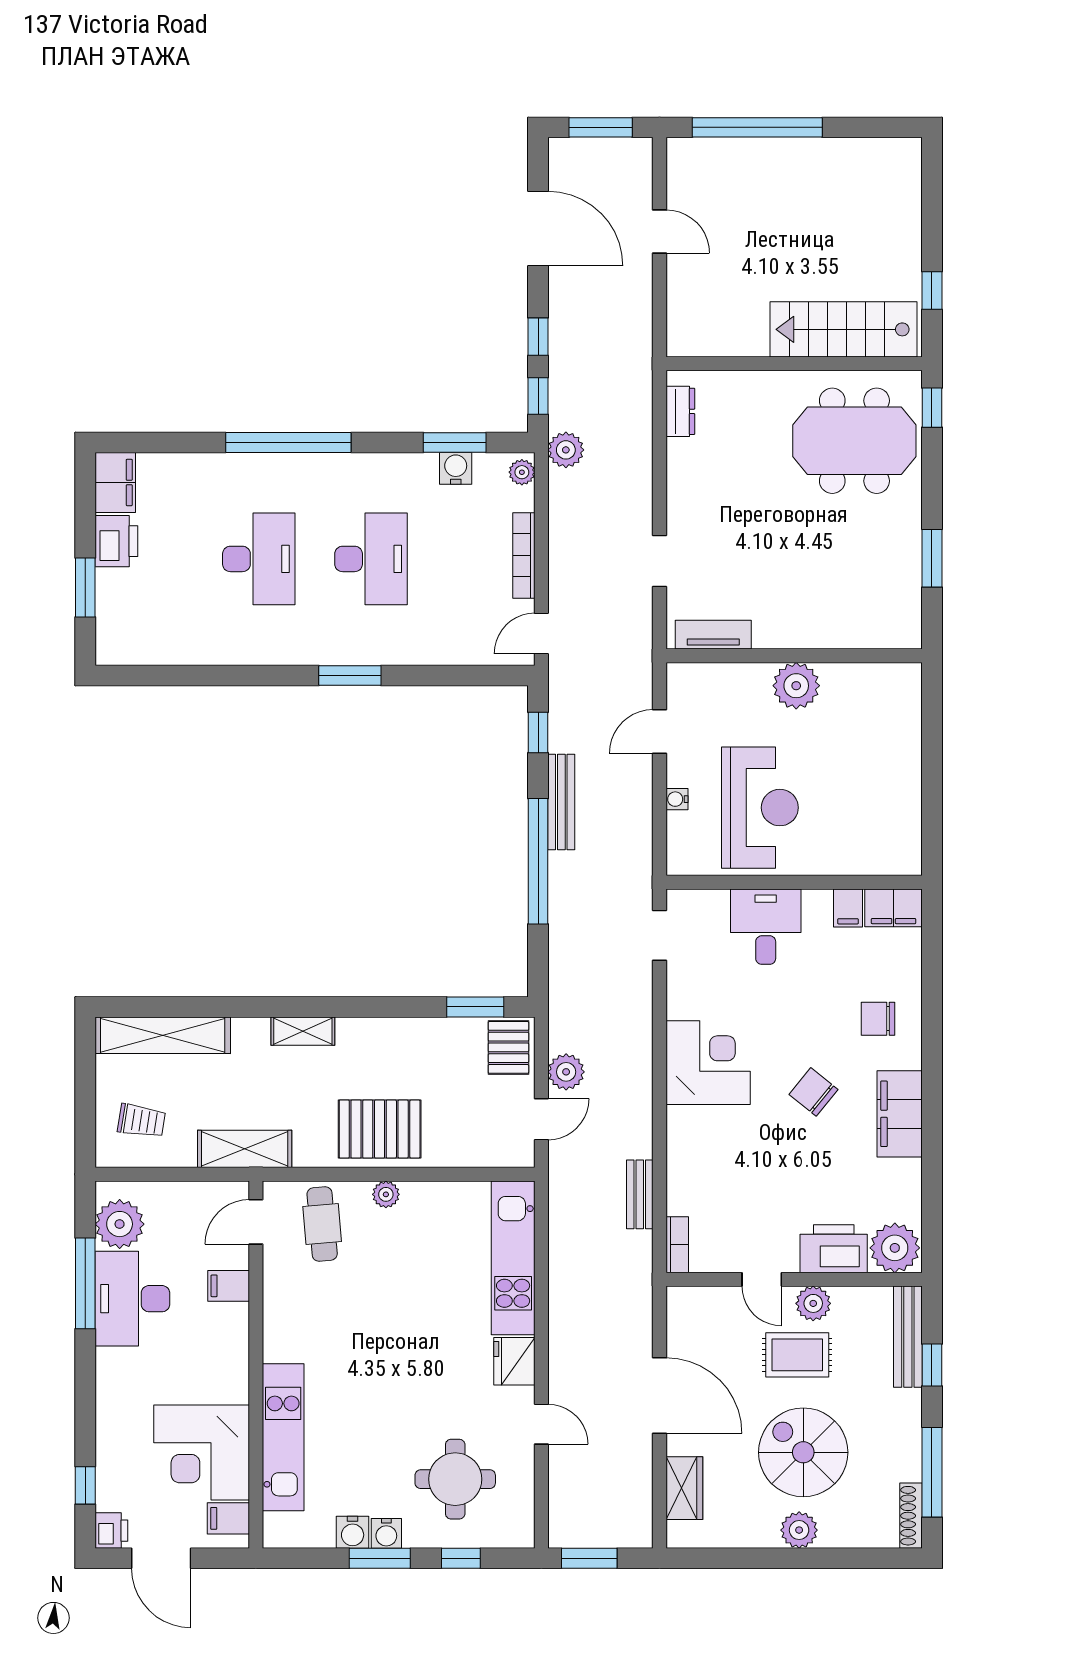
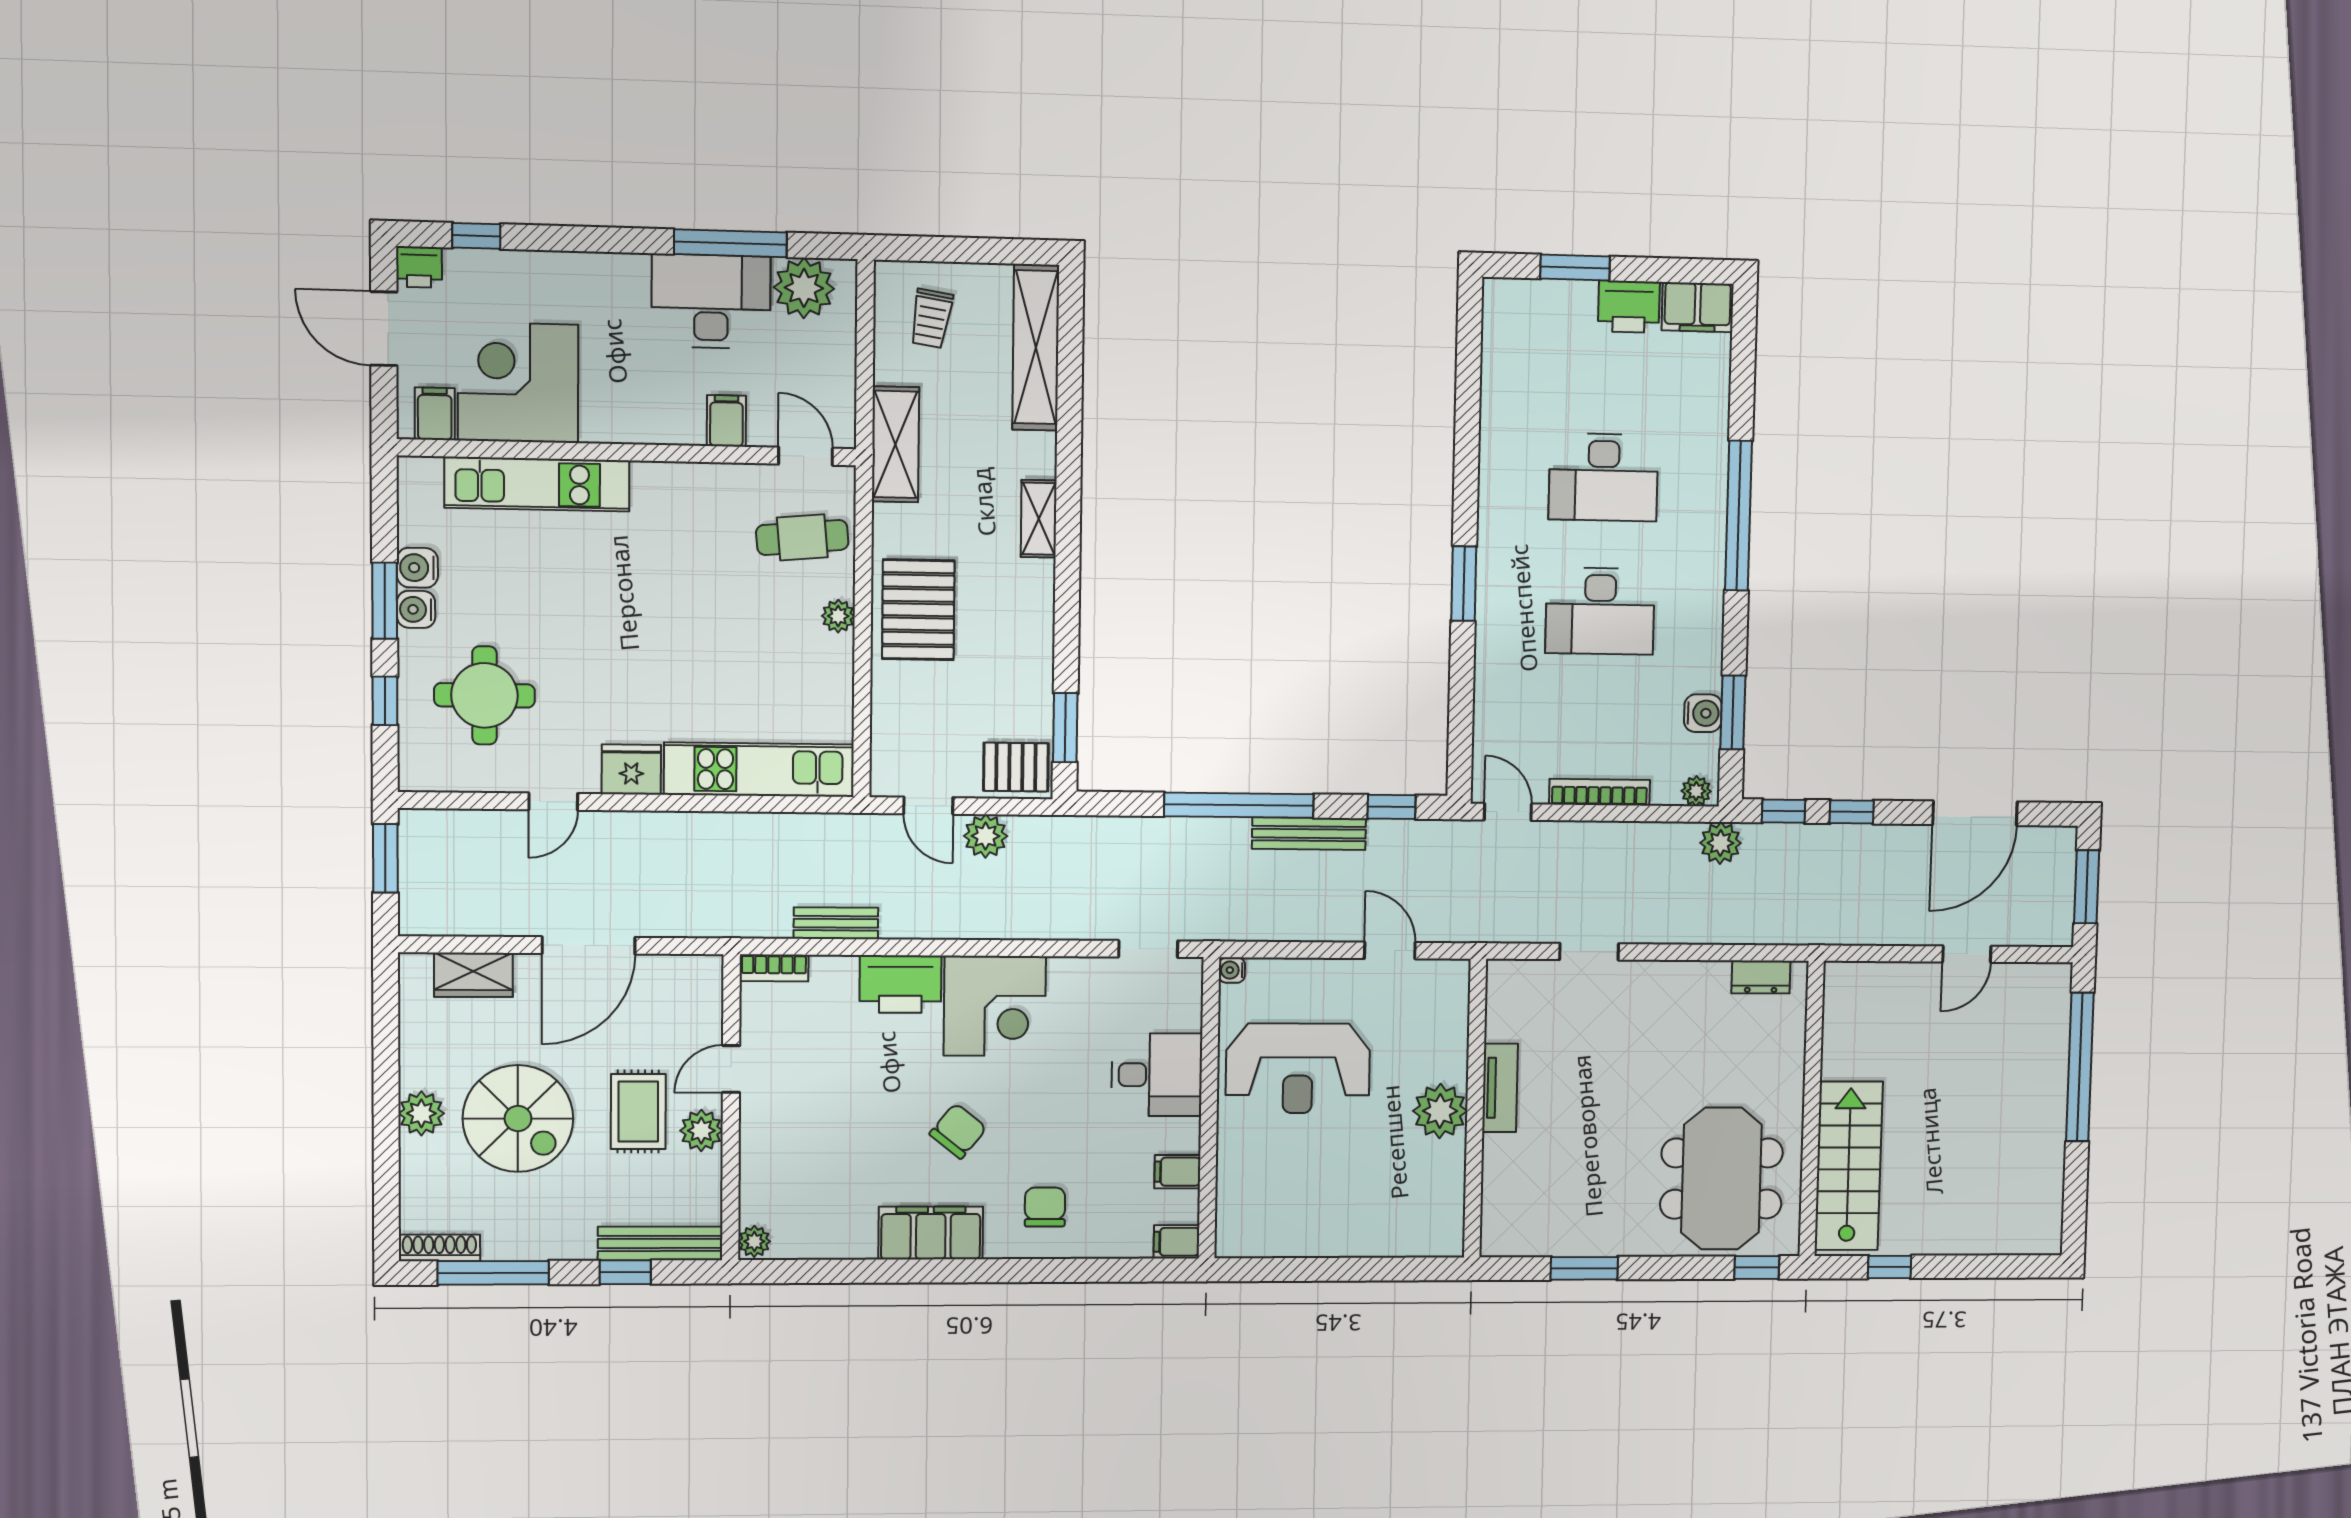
tv unit: (713, 635) -> (1500, 1088), moved
water cooler: (677, 799) -> (1232, 970), moved, turned -90
filing cabinet: (894, 908) -> (1176, 1242), width x0.50
plant: (895, 1248) -> (754, 1241), width x0.53, depth x0.53
printer: (834, 1249) -> (900, 984), moved, turned 90
spiral stairs: (803, 1452) -> (518, 1119), turned 90
door: (161, 1558) -> (384, 329), hinge flipped

